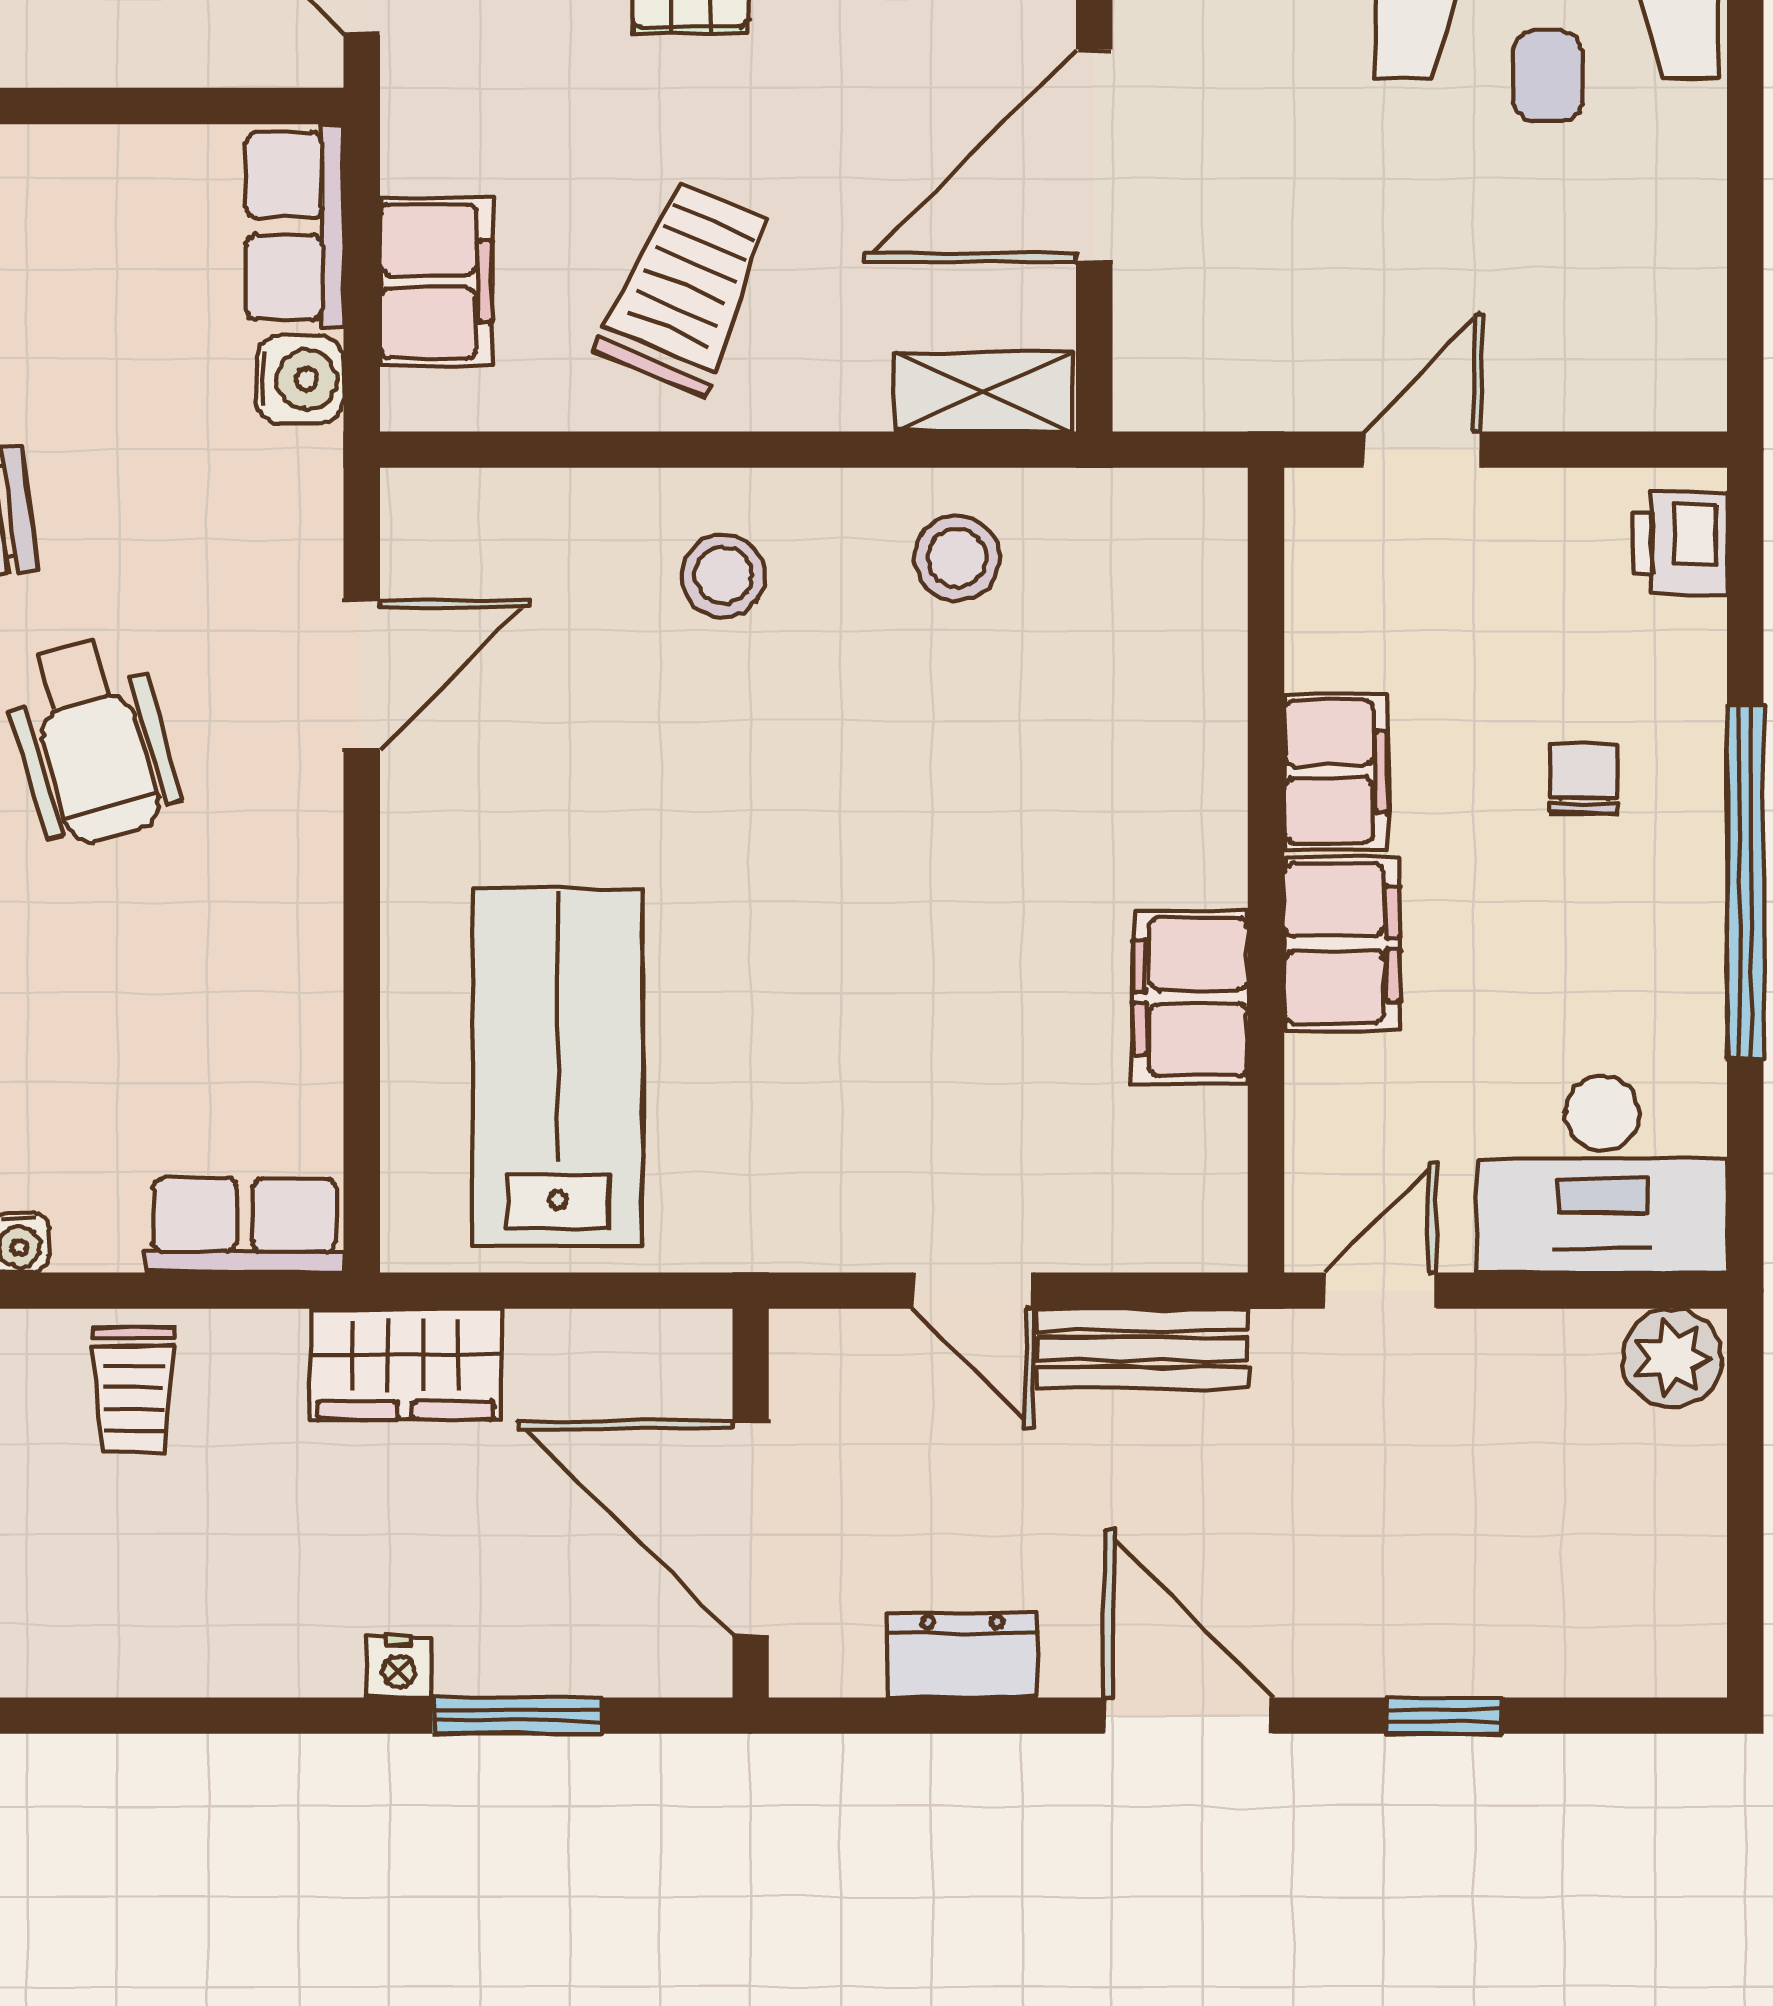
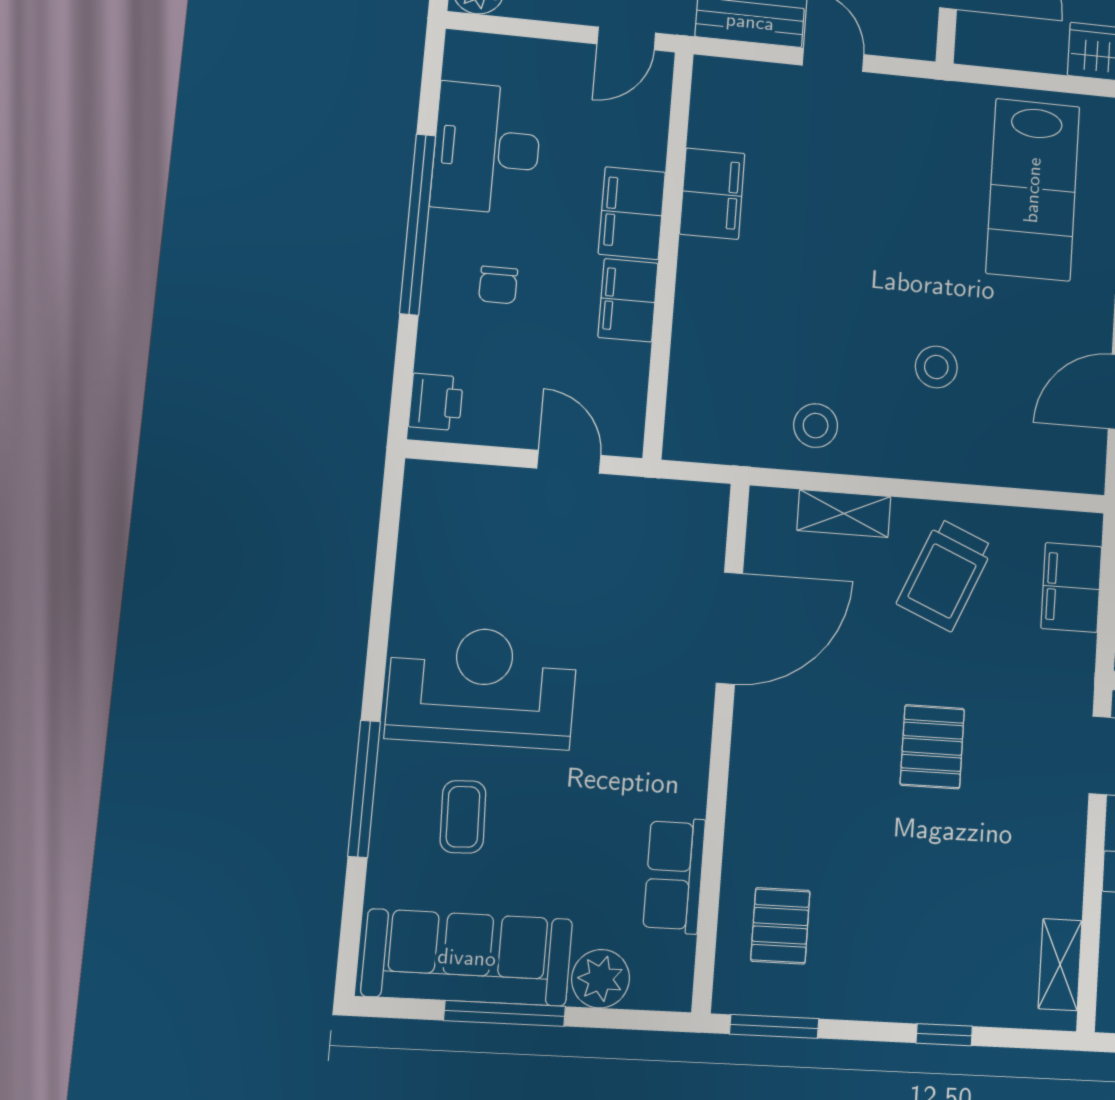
shelving: (984, 392) -> (844, 513), moved
door: (1422, 450) -> (569, 462), swing flipped
stool: (723, 576) -> (936, 367), moved
desk: (1602, 1174) -> (487, 148), moved, turned -90

